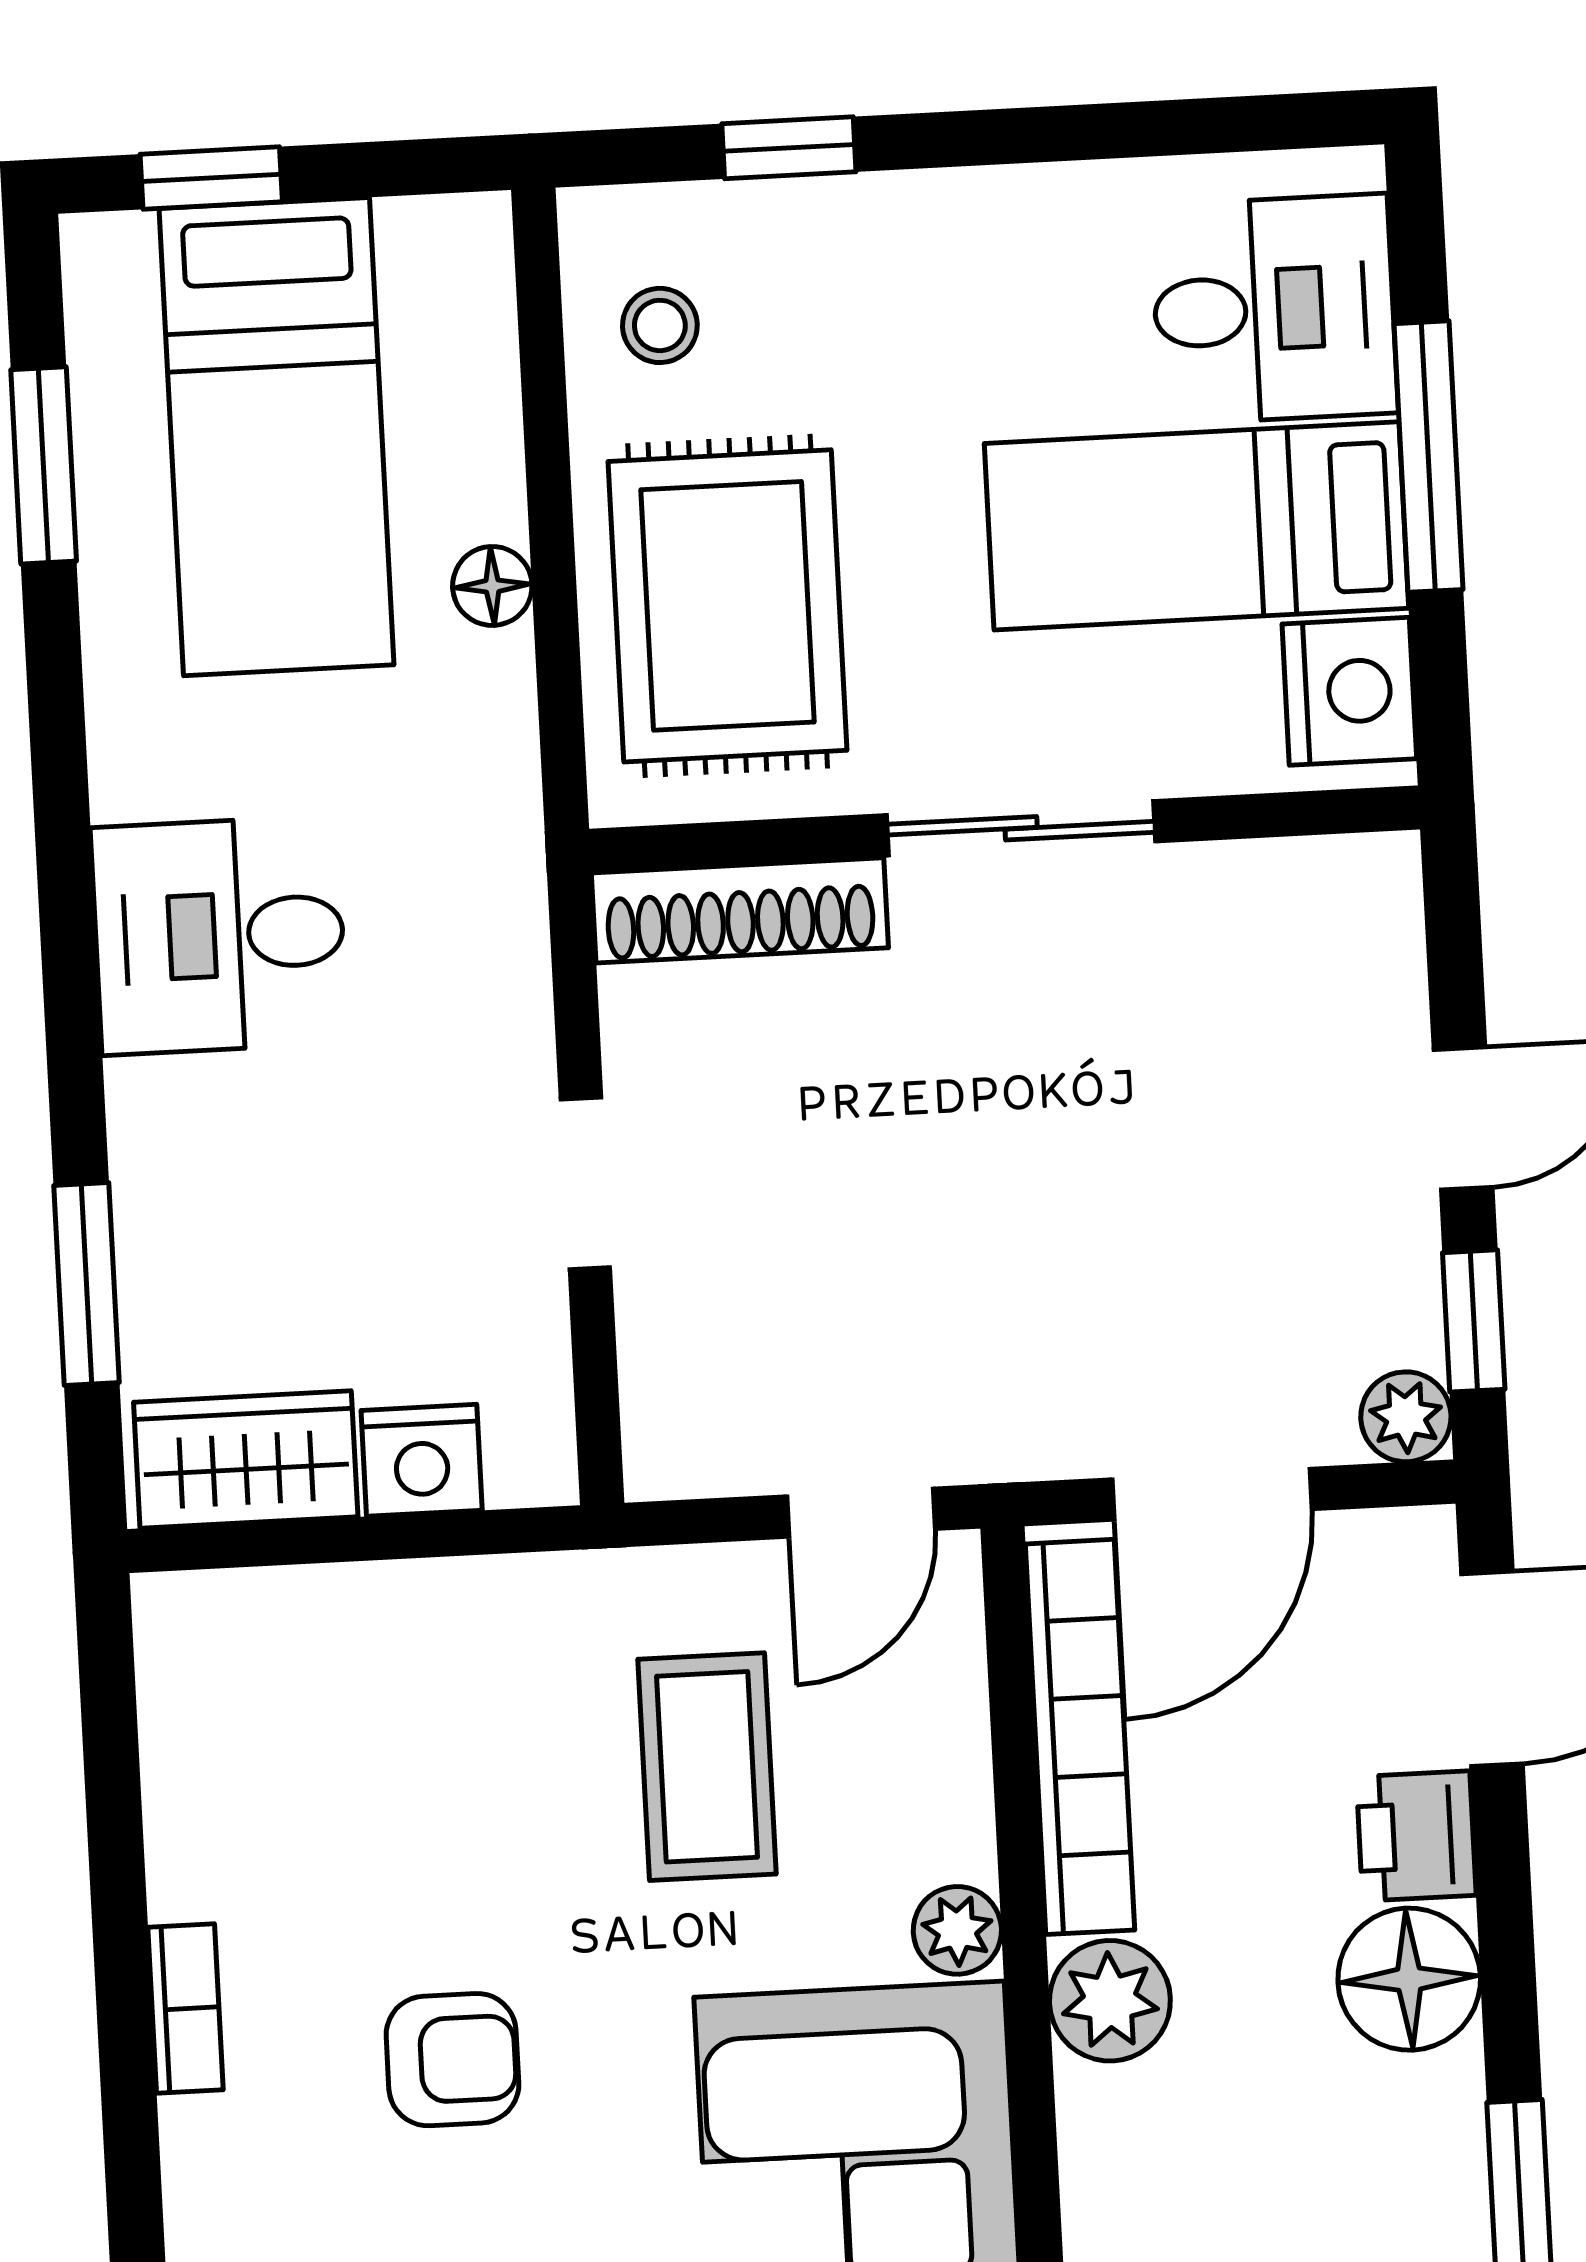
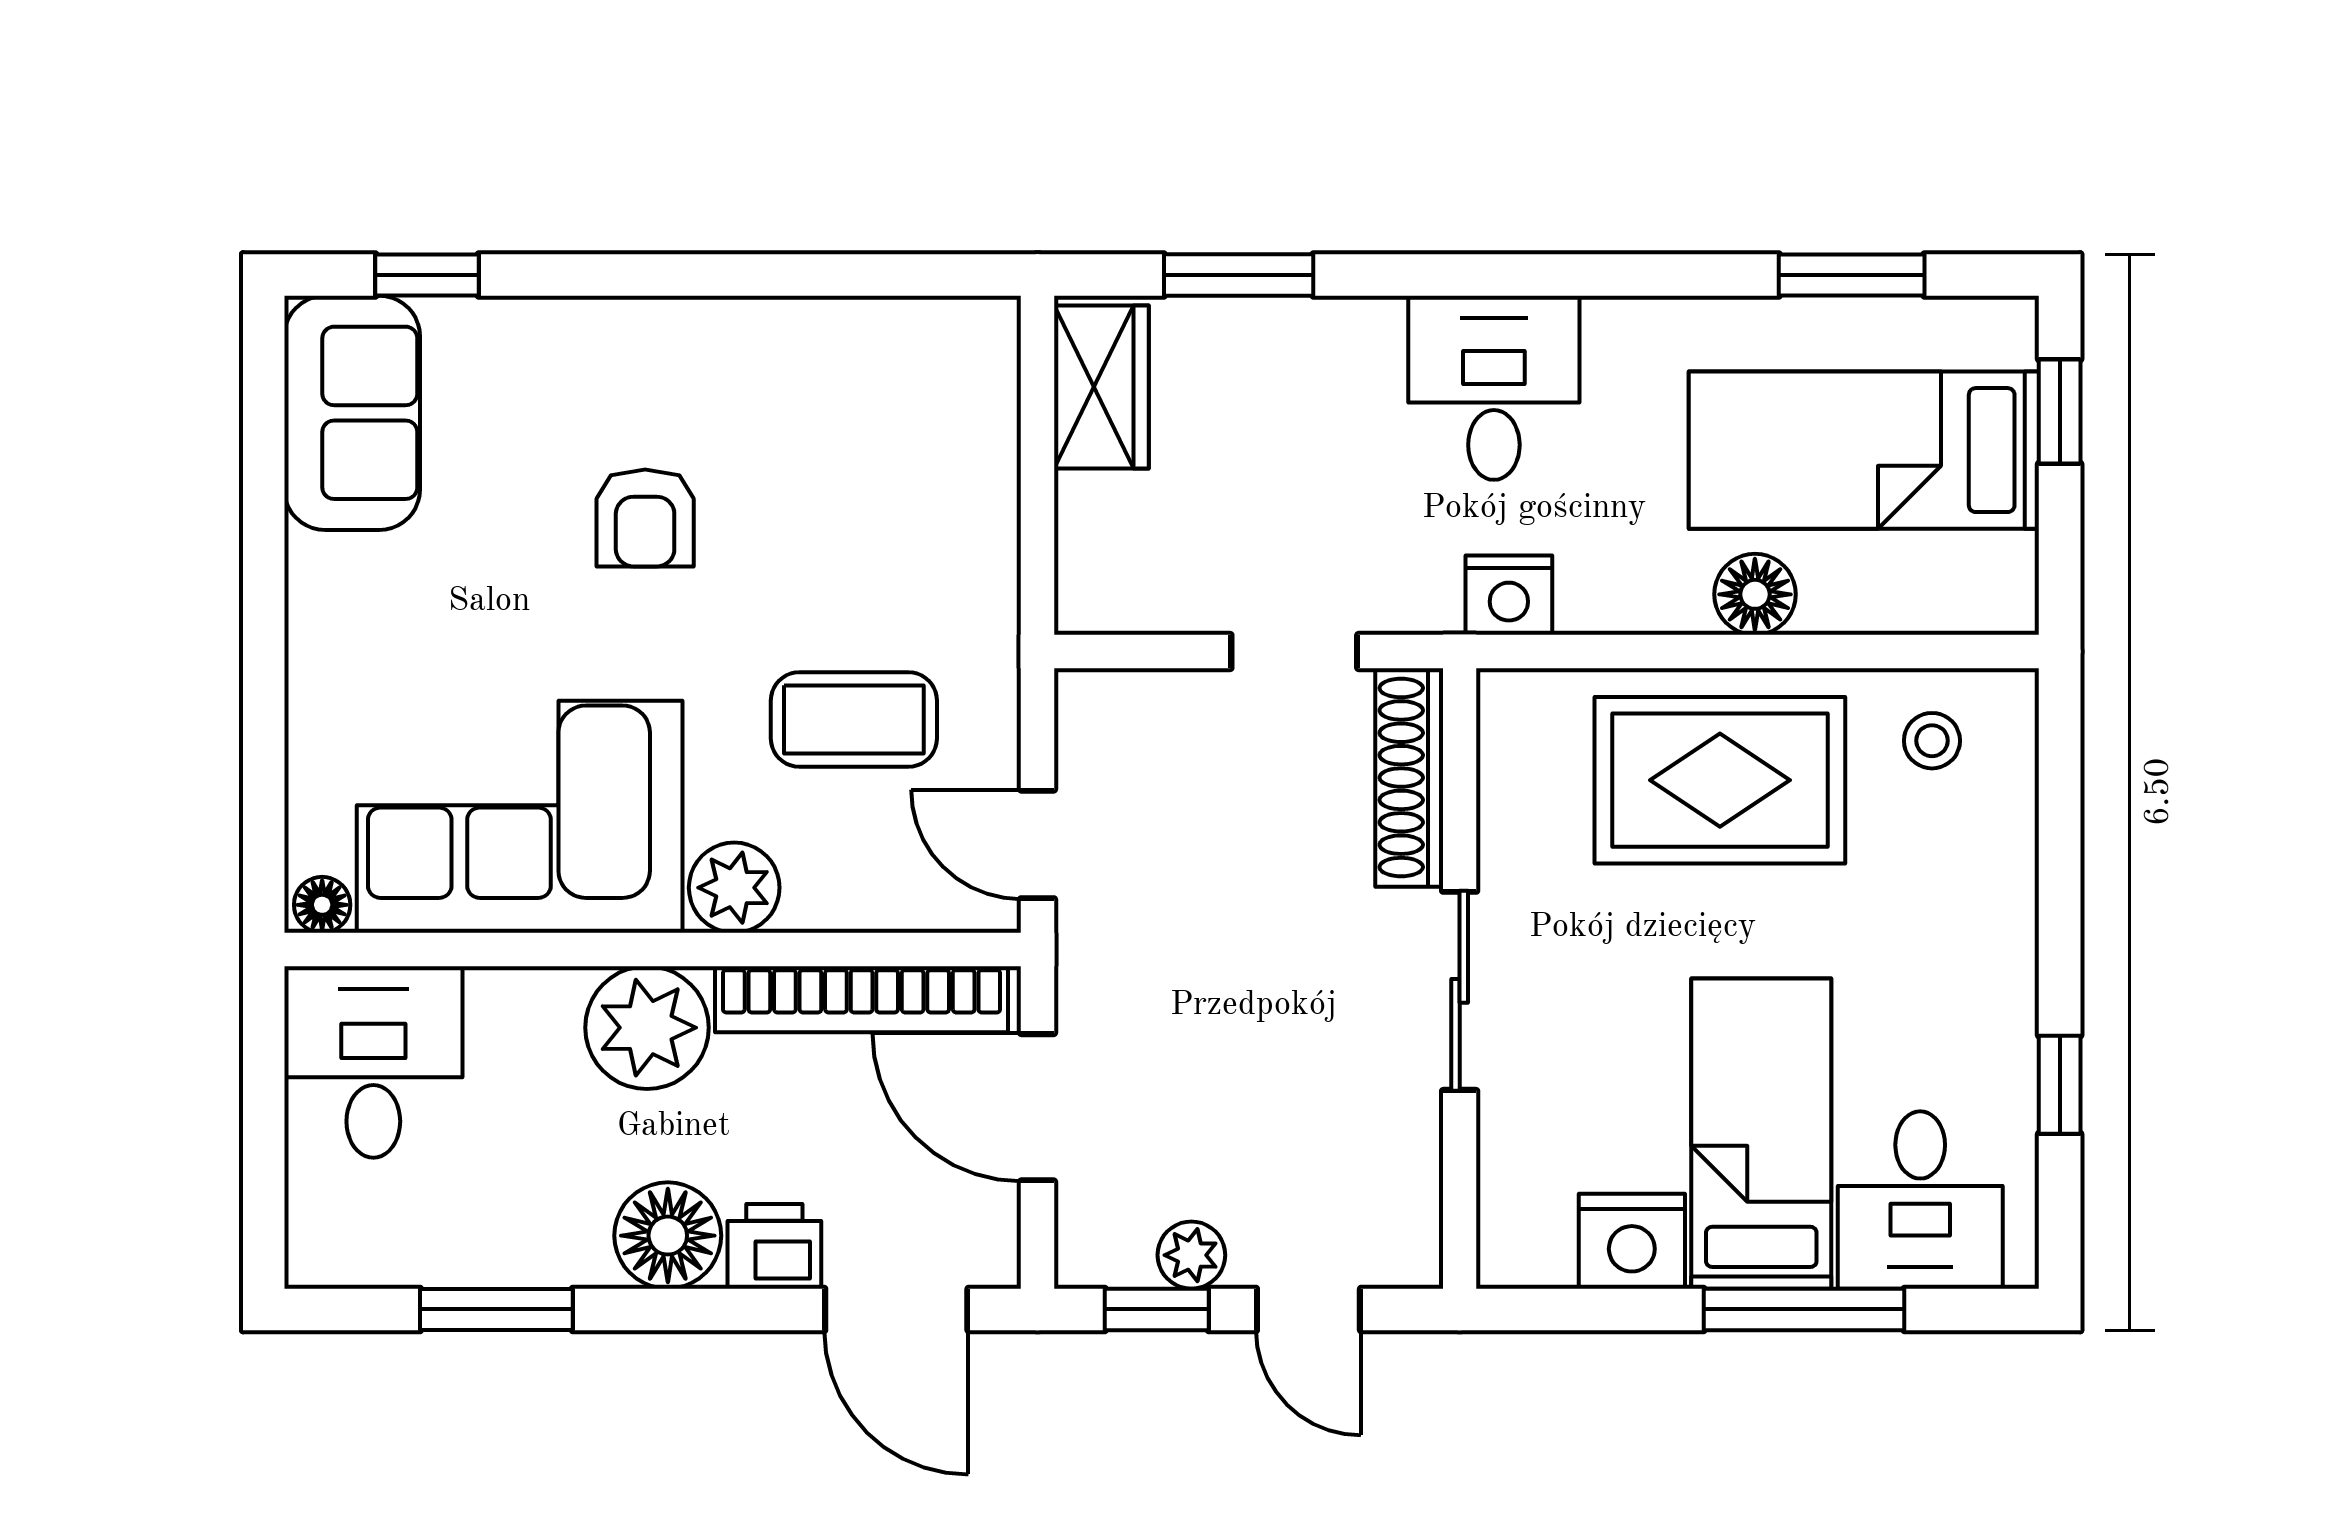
window: (789, 148) -> (2060, 1085), moved
floor lamp: (492, 586) -> (1755, 594), width x1.37, depth x1.37
sliding door: (1021, 828) -> (1460, 991), moved
wall: (1005, 829) -> (1460, 978), moved
shoe rack: (740, 910) -> (1409, 778), moved
plant: (1406, 1417) -> (1191, 1255), moved
nightstand: (422, 1460) -> (1509, 595), moved, turned -90
plant: (957, 1930) -> (734, 888), width x1.38, depth x1.38
plant: (1110, 2001) -> (647, 1028), width x1.36, depth x1.36
bookcase: (185, 2008) -> (694, 321), removed

